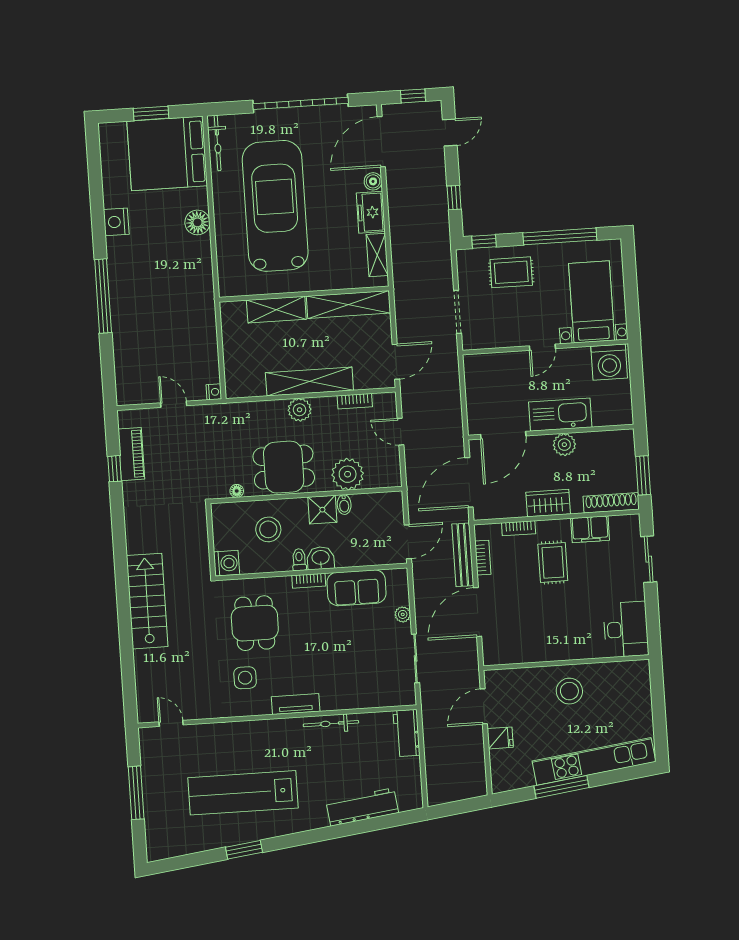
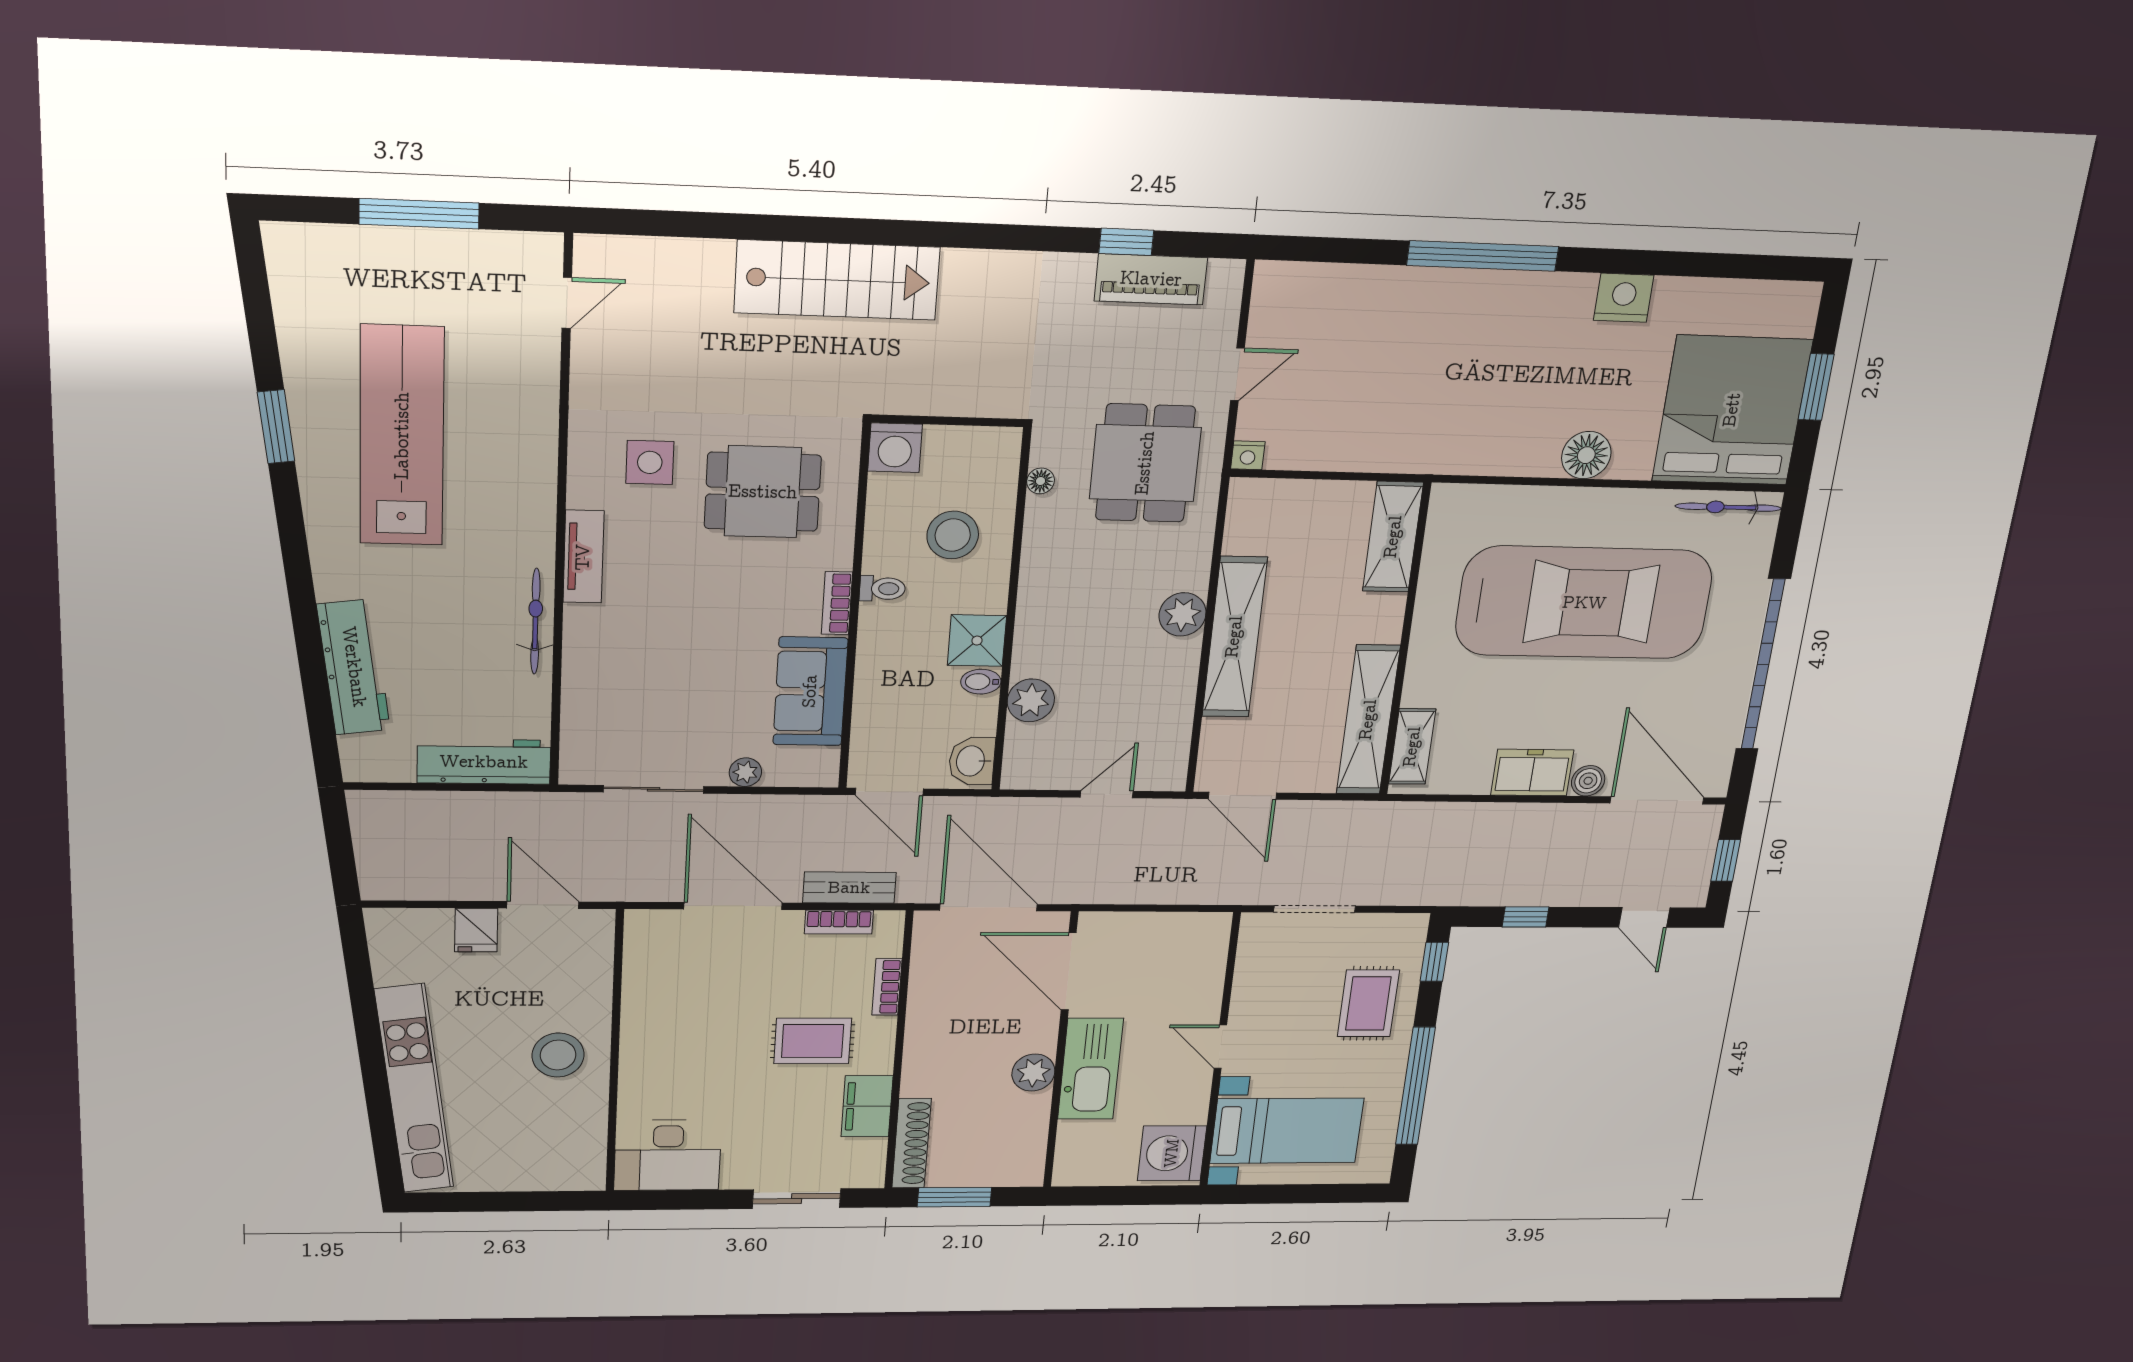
shelving: (377, 255) -> (1412, 747), moved, turned 90
shelving: (276, 310) -> (1393, 537), moved
bookcase: (355, 401) -> (1181, 717), removed
dining table: (284, 467) -> (1145, 463), moved
plant: (348, 474) -> (1031, 700), width x0.73, depth x0.73
wardrobe: (548, 503) -> (927, 1040), removed
bench: (463, 555) -> (849, 888), width x0.73
washbasin: (321, 558) -> (972, 761), moved, turned 180
workbench: (407, 733) -> (484, 762), width x1.37
window: (561, 787) -> (368, 1031), removed

